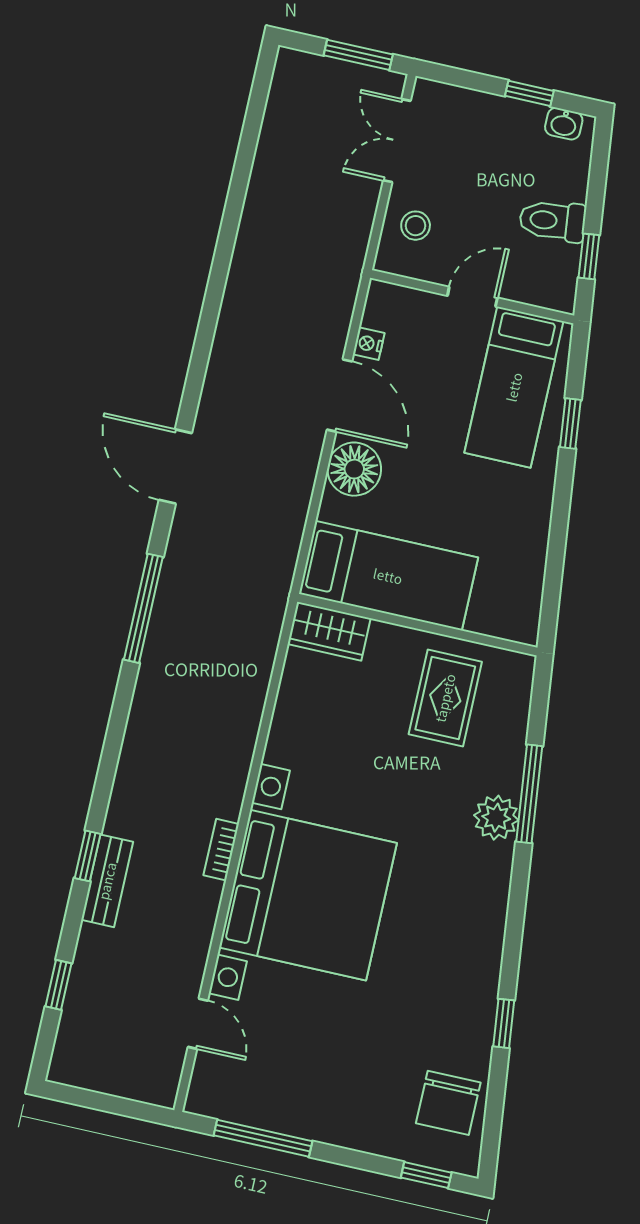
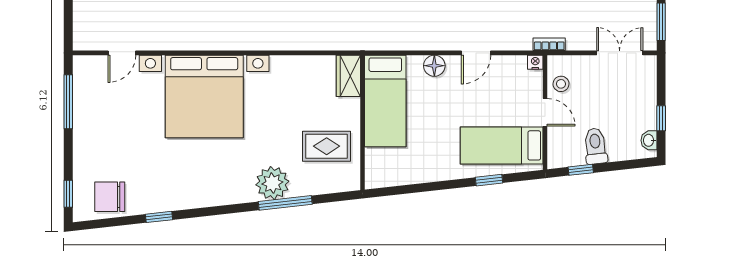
stool: (416, 226) -> (561, 84), moved
nightstand: (369, 344) -> (535, 62), moved
door: (339, 395) -> (476, 53), width x0.73
floor lamp: (354, 469) -> (434, 66), width x0.73, depth x0.73
plant: (496, 818) -> (272, 183), width x1.36, depth x1.36
bookcase: (221, 850) -> (549, 44), moved

